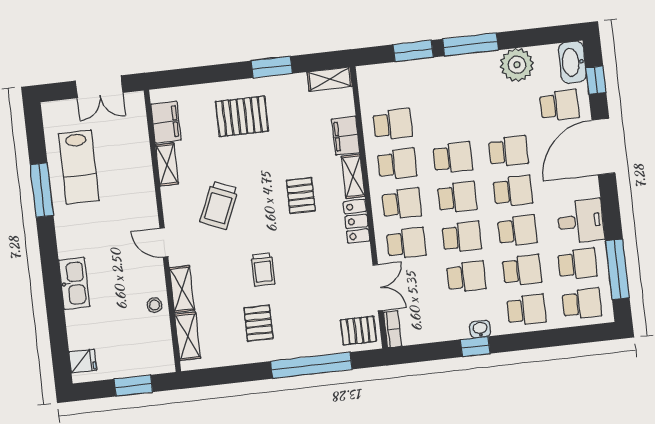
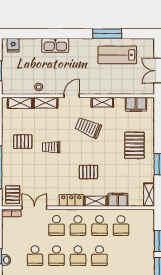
shelving: (167, 164) -> (102, 102), moved
double door: (378, 288) -> (34, 208), swing flipped

